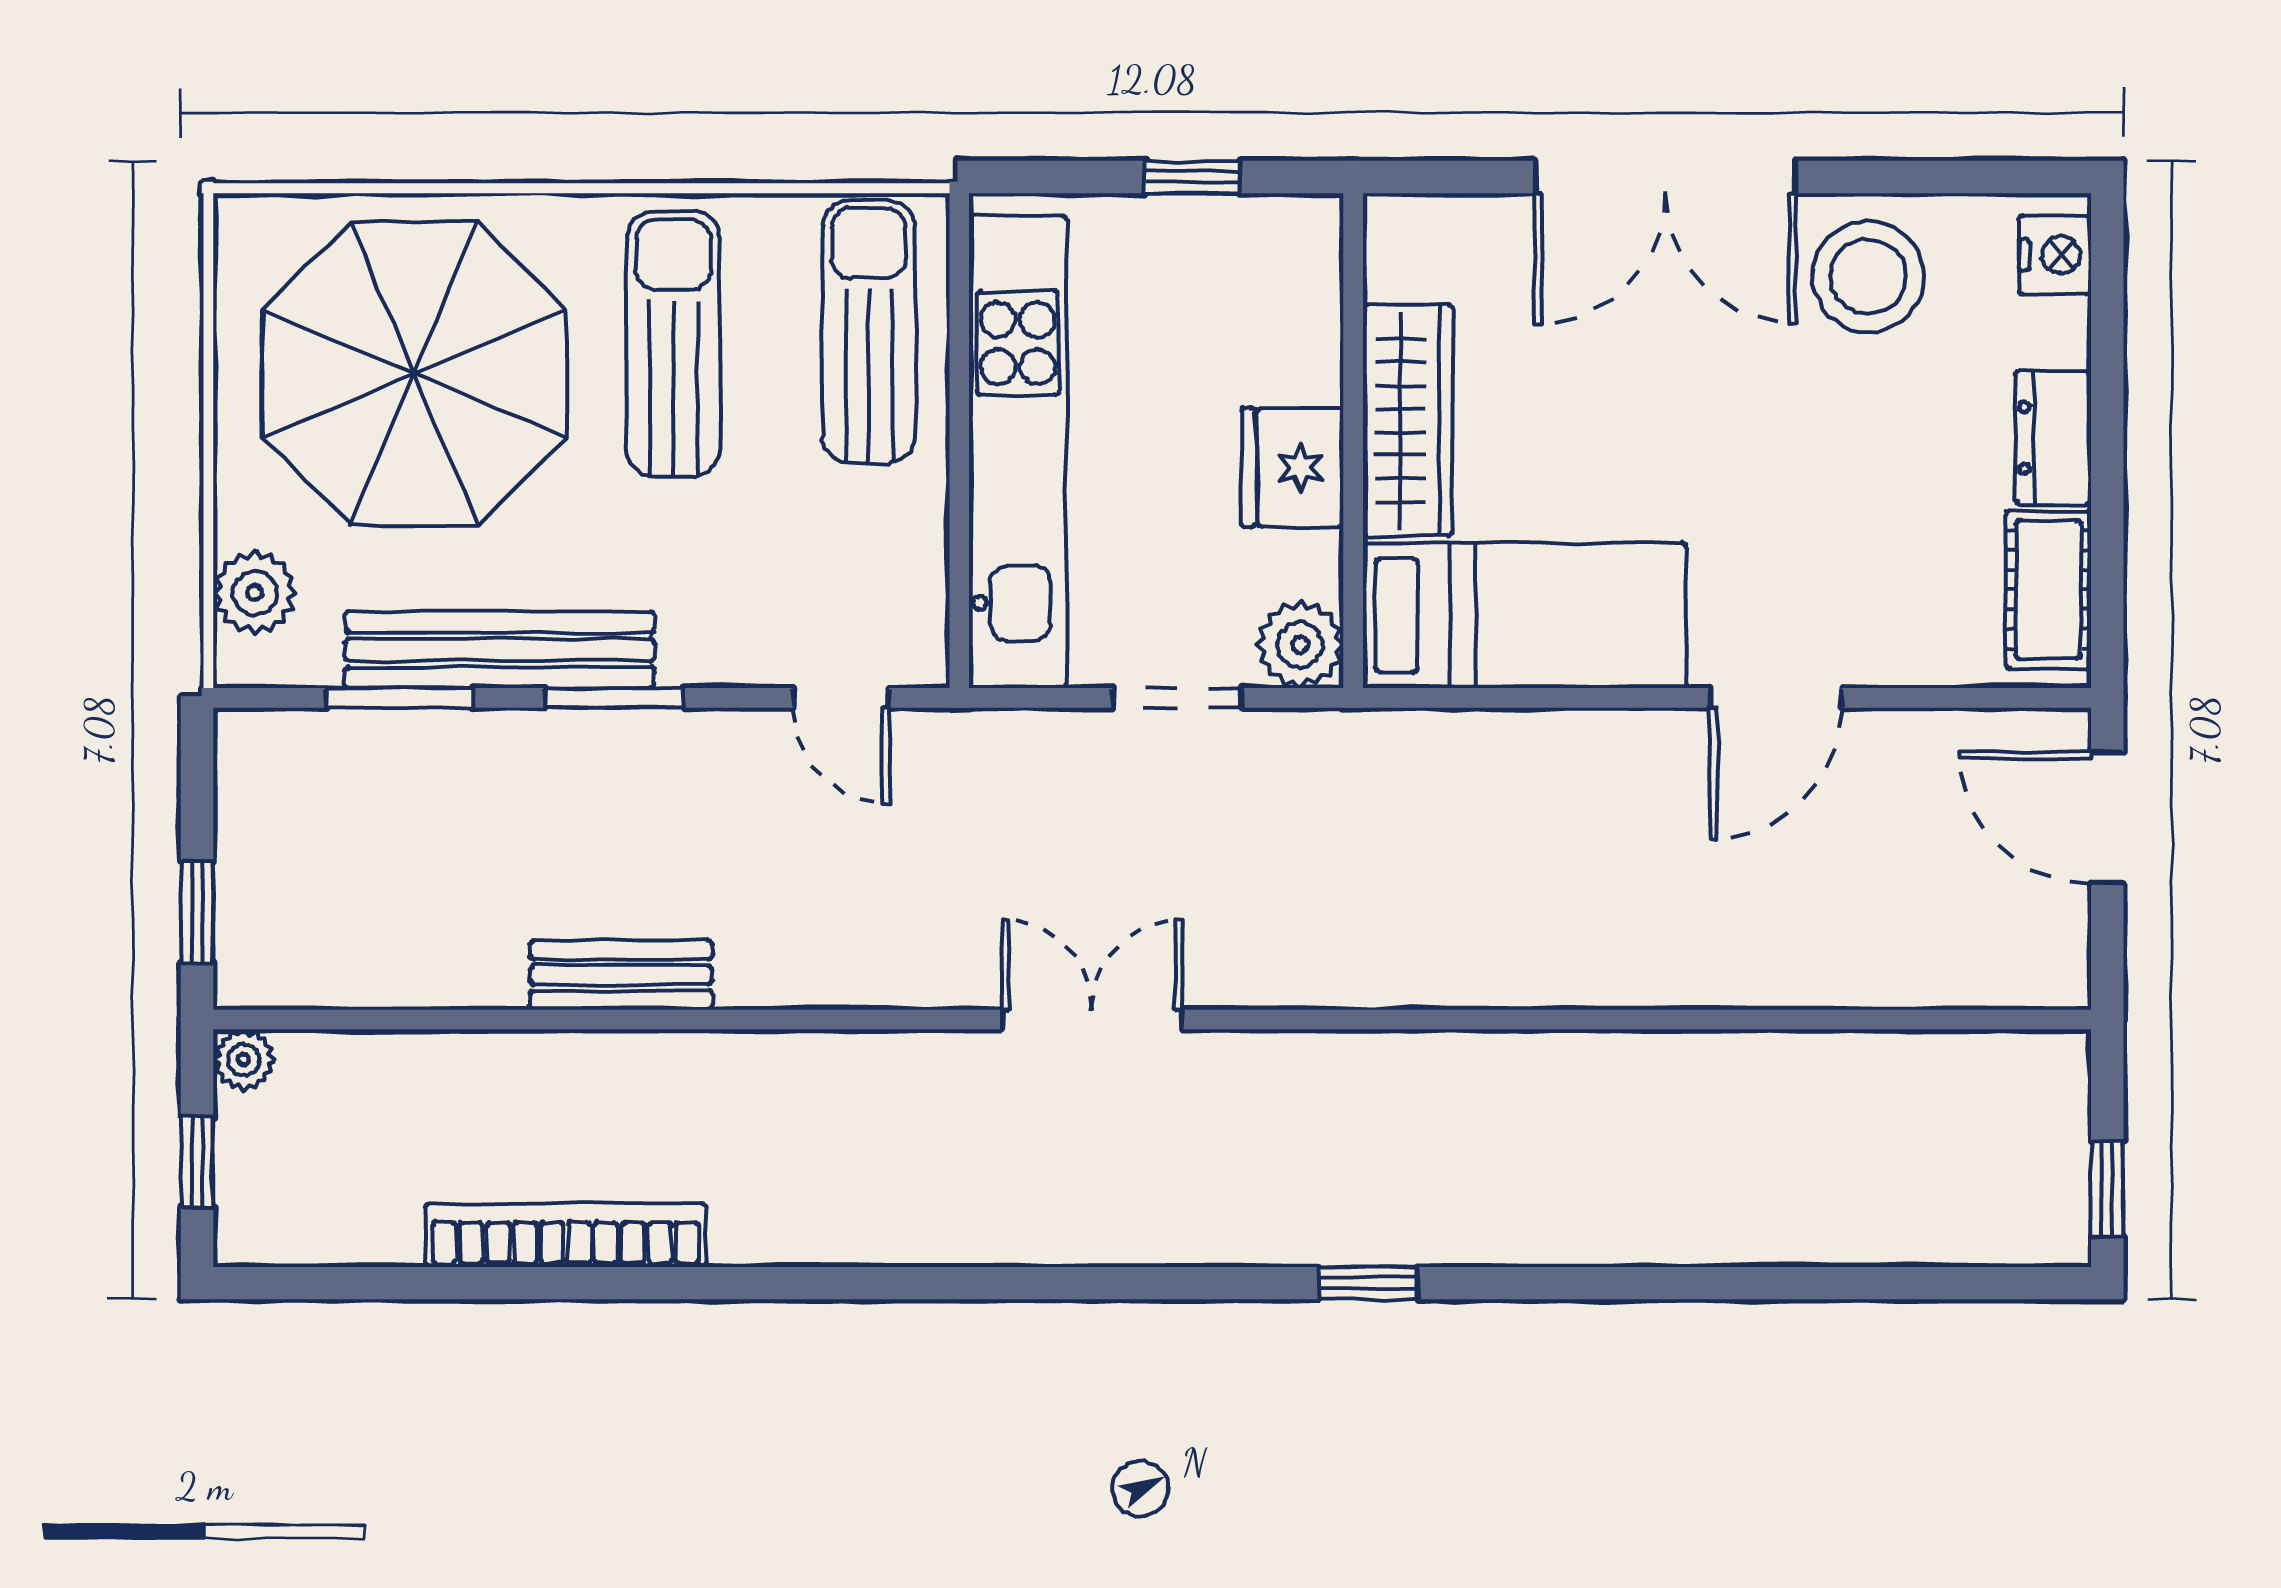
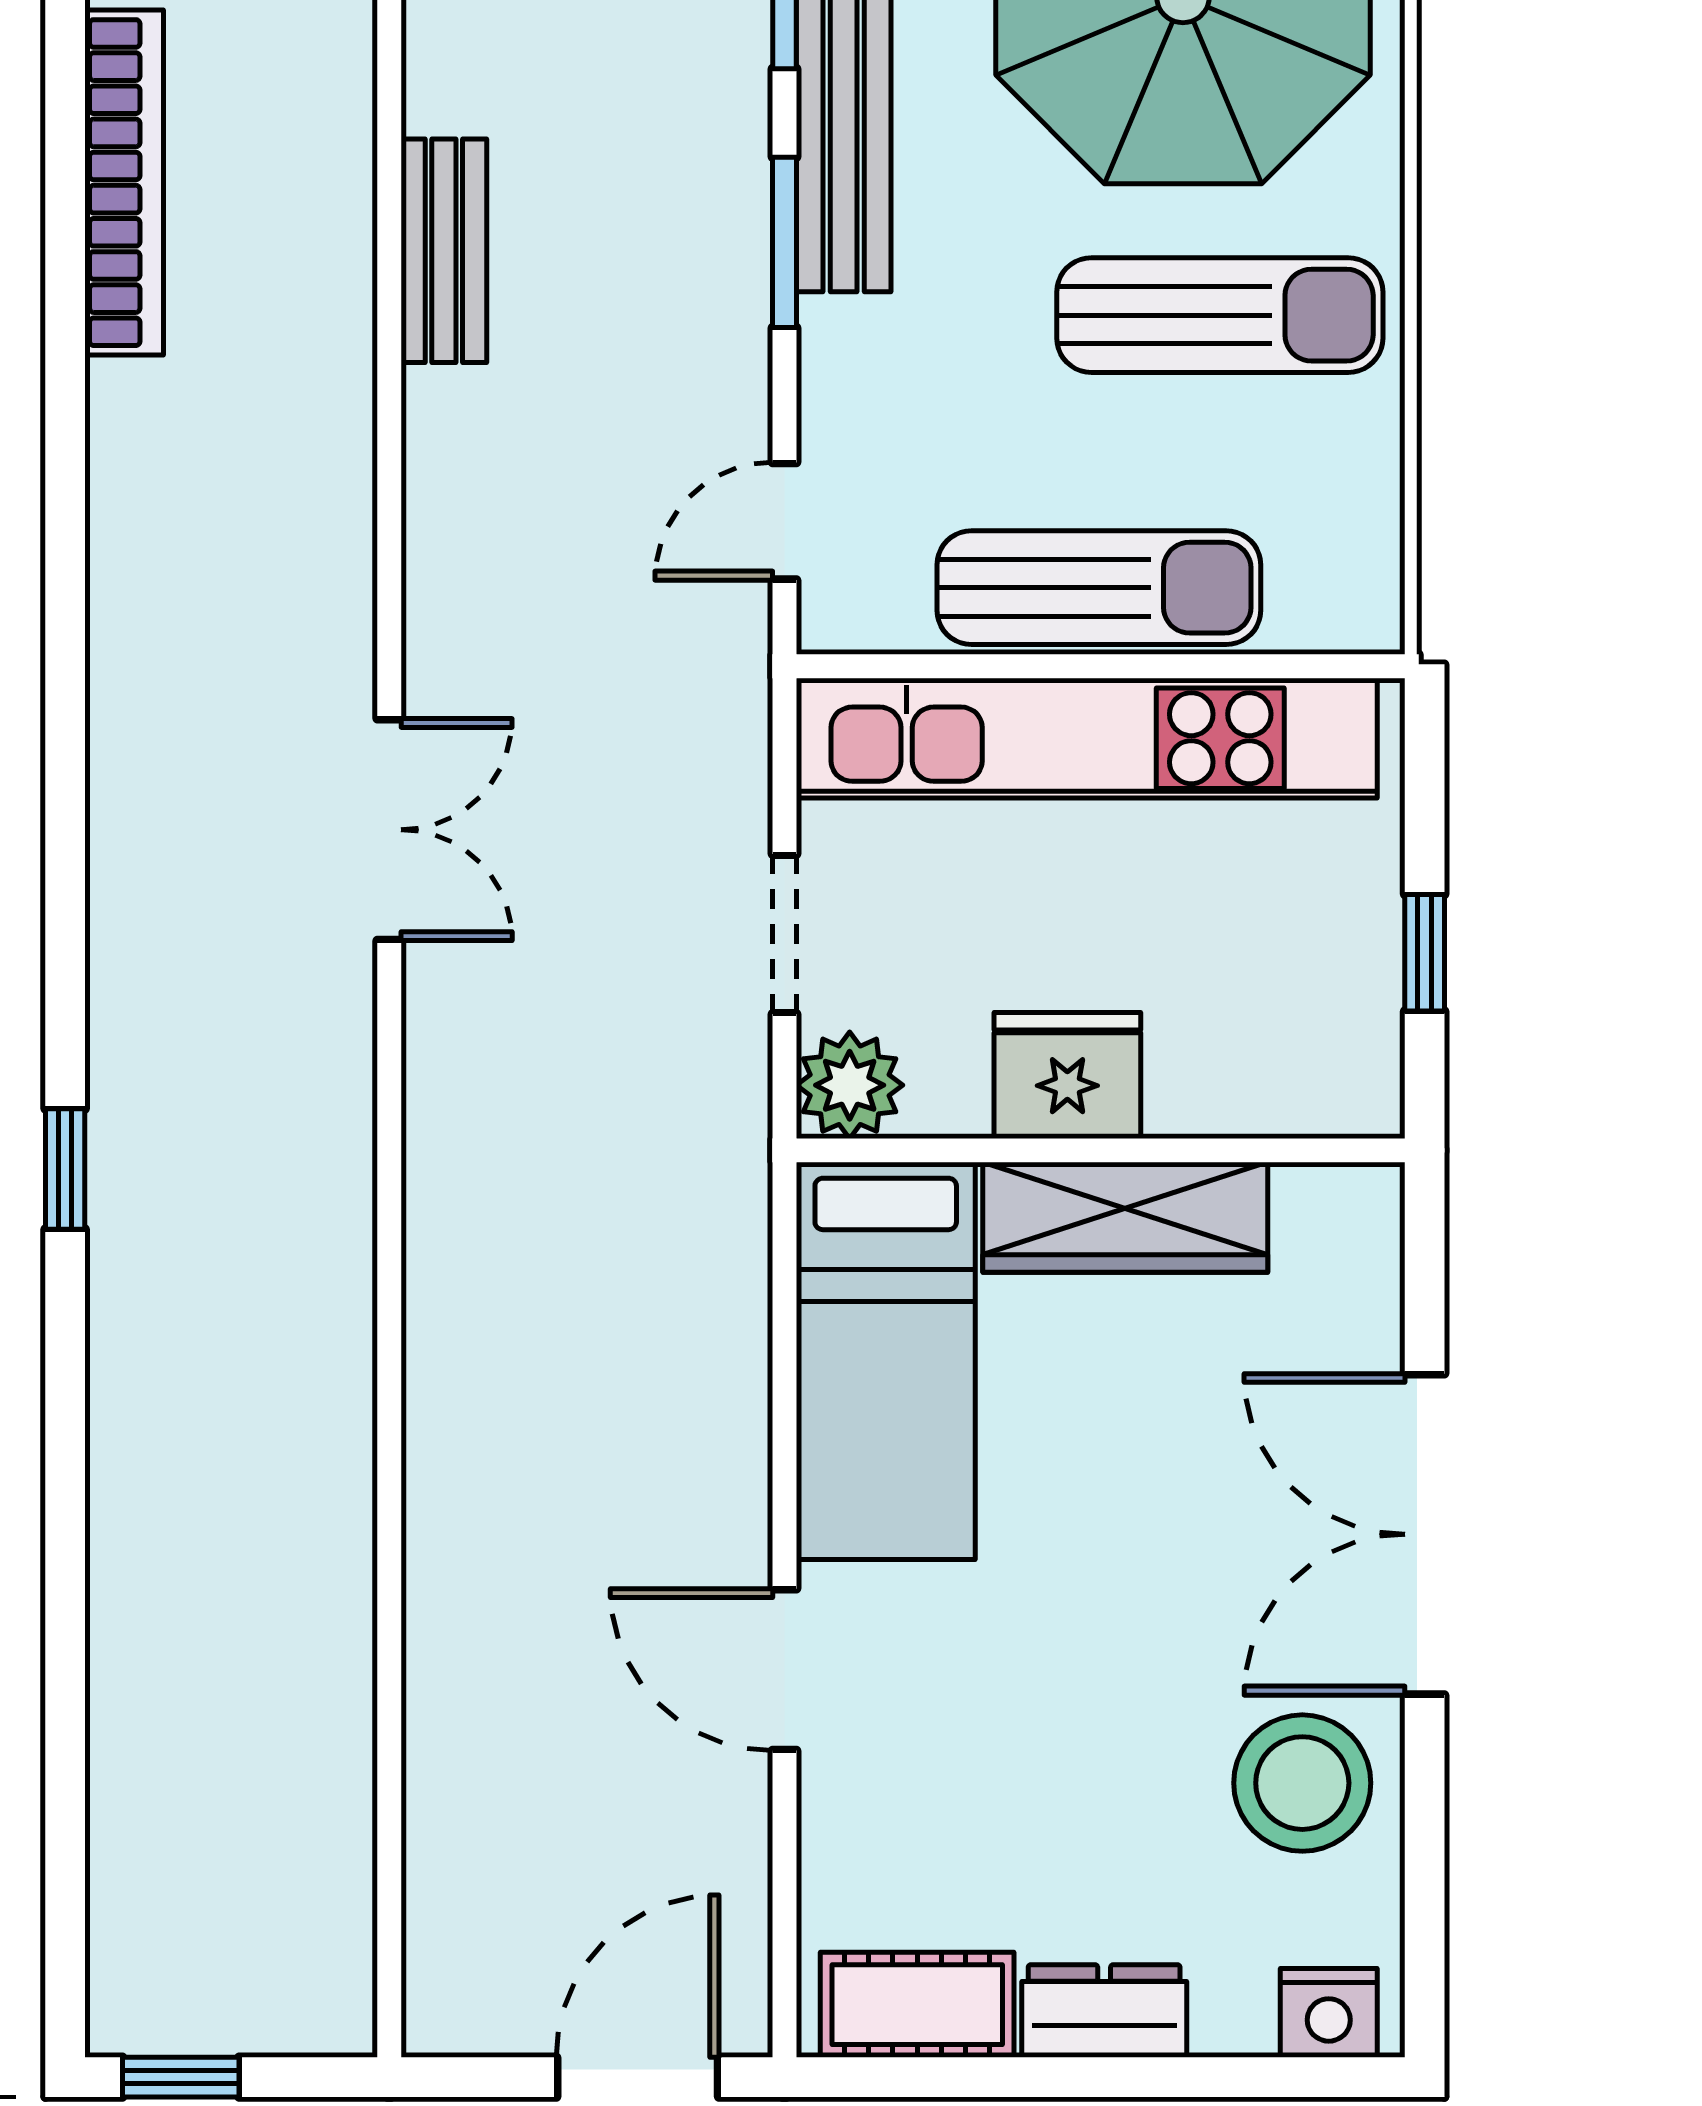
sun lounger: (869, 331) -> (1099, 588), moved

